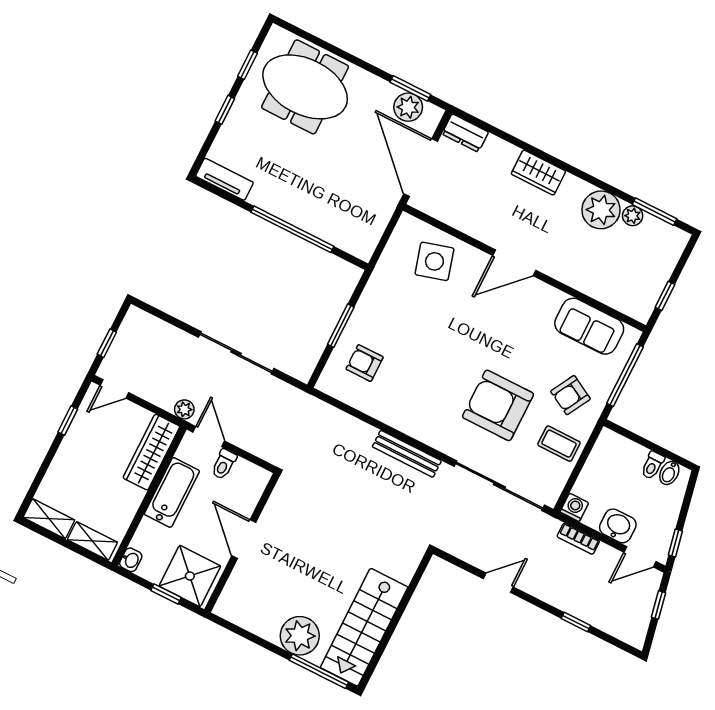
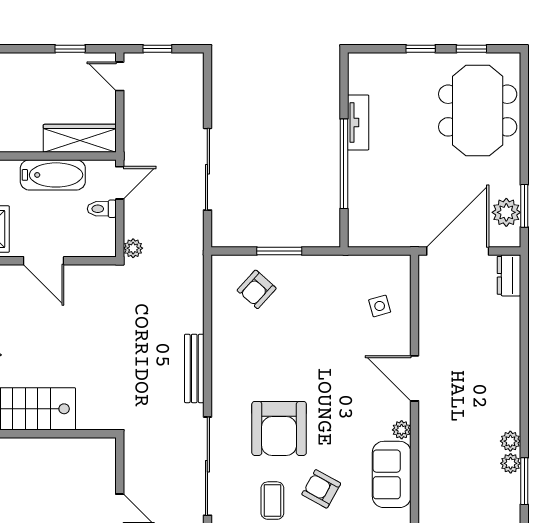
wardrobe: (538, 173) -> (507, 359), removed
tv unit: (225, 179) -> (358, 122), moved
plant: (601, 210) -> (510, 441), width x0.53, depth x0.53
side table: (434, 261) -> (380, 306), width x0.54, depth x0.54
plant: (554, 297) -> (402, 430), added
armchair: (365, 363) -> (257, 289), turned -138
armchair: (498, 405) -> (279, 428), turned 180
plant: (184, 409) -> (133, 248), moved
door: (244, 539) -> (44, 261), swing flipped

